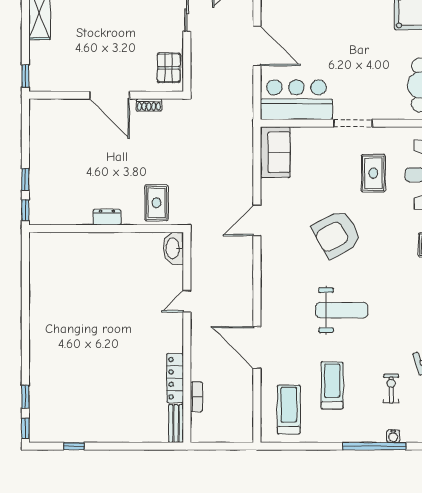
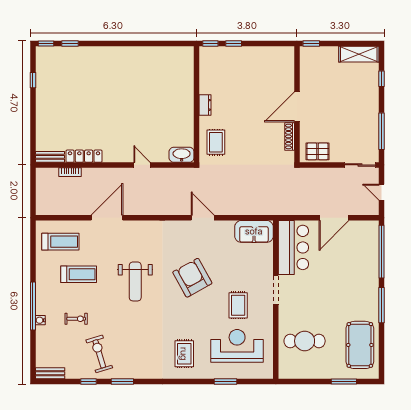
shoe rack: (149, 105) -> (290, 136), width x1.43
rug: (373, 173) -> (238, 305), turned 90
rug: (157, 203) -> (216, 142), turned 90

